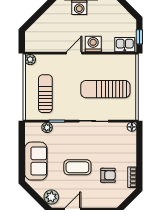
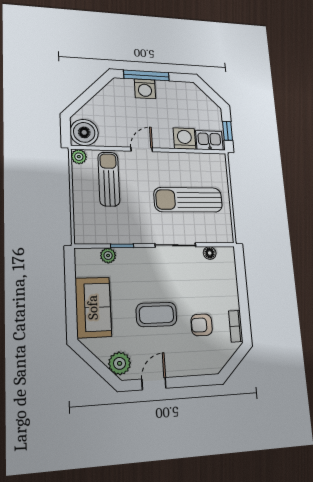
boiler: (34, 42) -> (84, 132), added
washing machine: (93, 44) -> (184, 139), moved
sun lounger: (45, 94) -> (109, 179), moved
floor lamp: (132, 127) -> (210, 253), moved
armchair: (108, 175) -> (202, 325), turned 180

